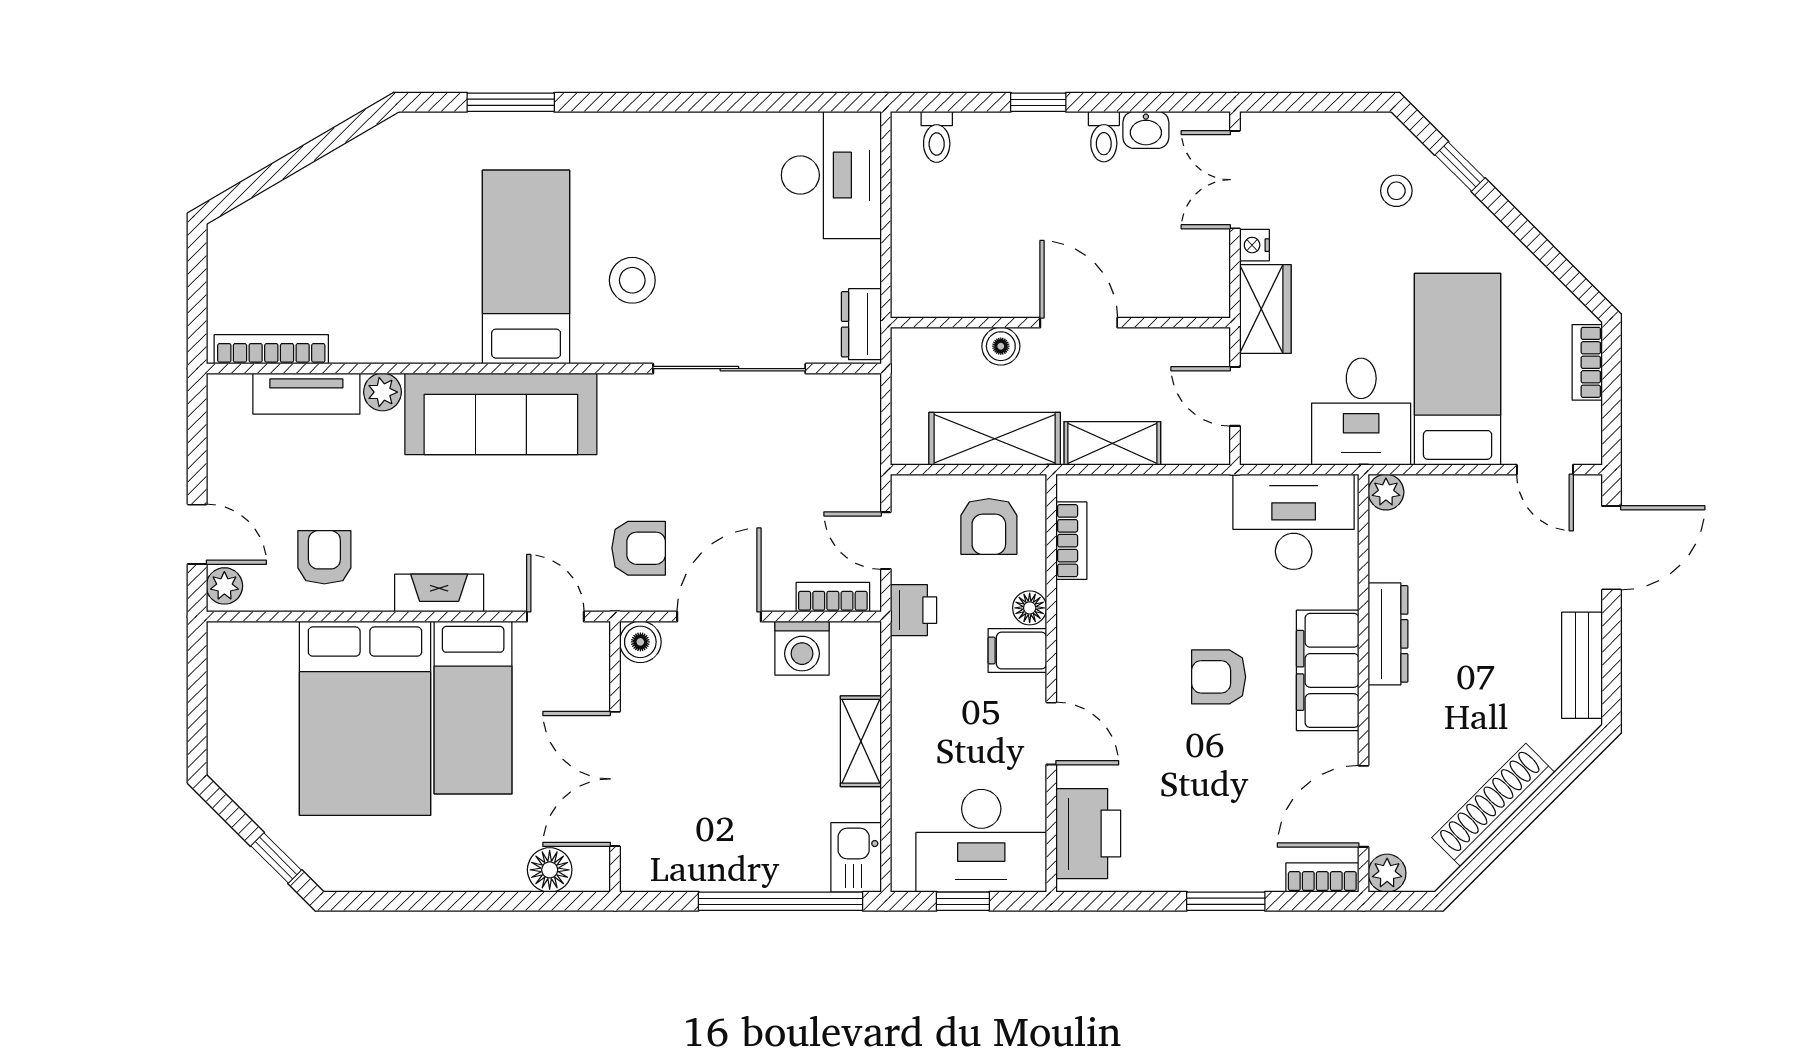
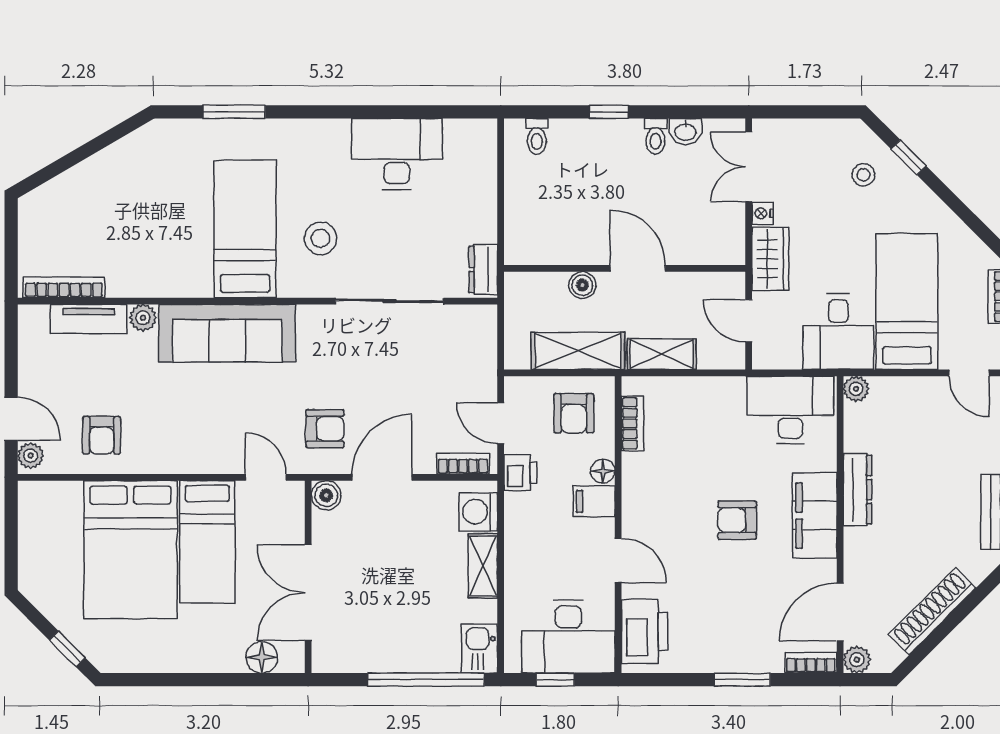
desk: (831, 175) -> (397, 154), moved, turned -90
armchair: (324, 557) -> (102, 435), turned 180
fireplace: (439, 593) -> (183, 461), removed
washing machine: (802, 648) -> (478, 512), moved, turned 90

